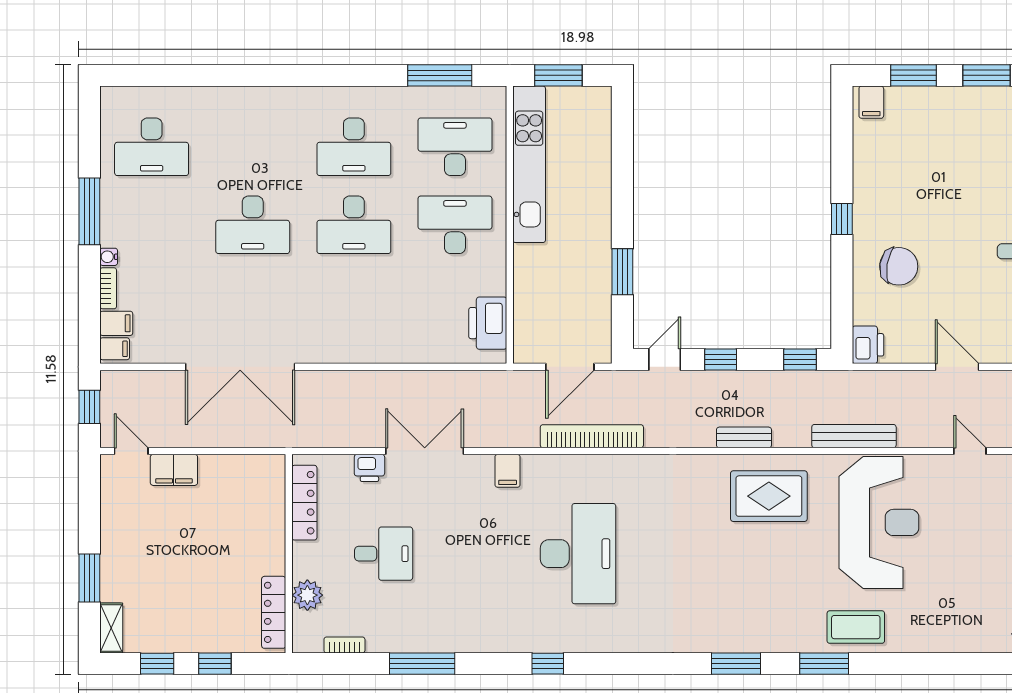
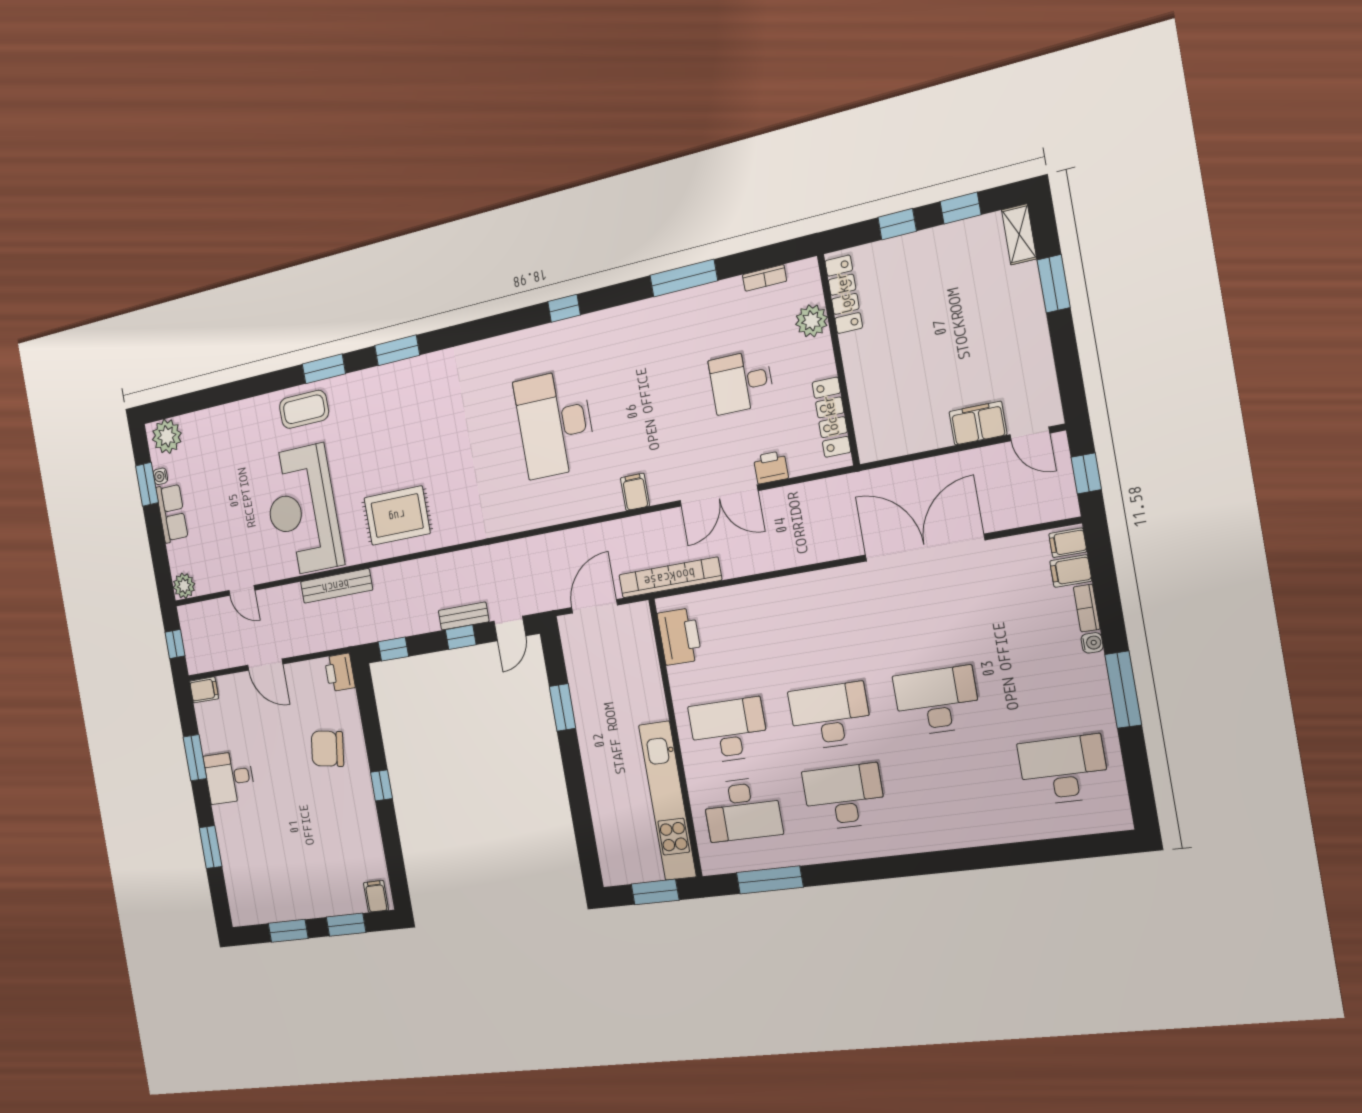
desk: (455, 225) -> (729, 731), turned 180
bookcase: (592, 436) -> (670, 577), moved, turned 180
bench: (744, 437) -> (464, 616), moved

